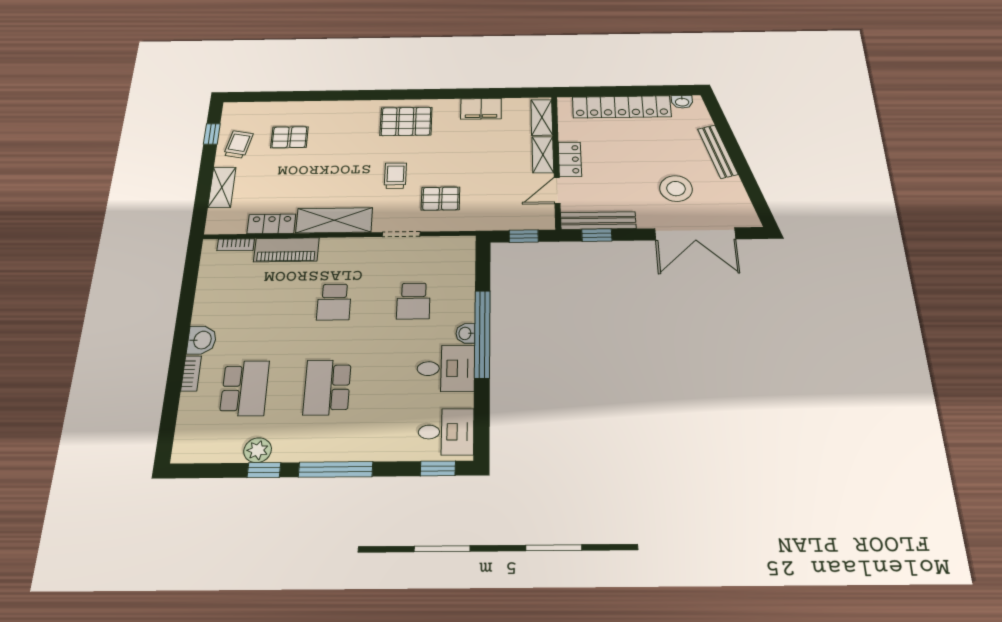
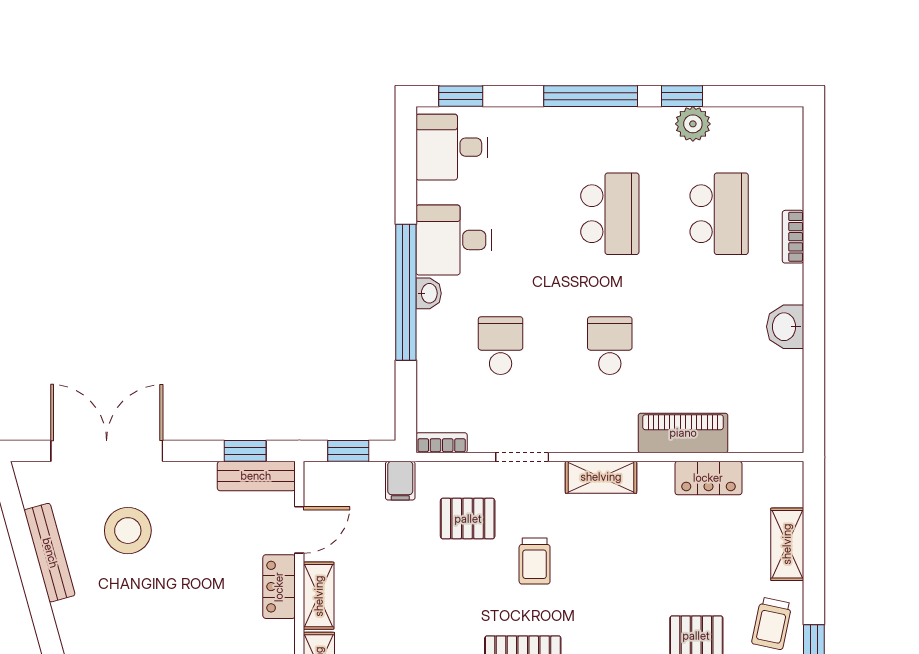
bench: (718, 152) -> (50, 553), moved
filing cabinet: (487, 219) -> (400, 481), added
shelving: (334, 220) -> (601, 477), width x0.67, depth x0.75
bench: (598, 221) -> (256, 476), width x0.73
bookcase: (236, 245) -> (442, 443), moved
washbasin: (202, 340) -> (785, 327), moved
school desk: (245, 388) -> (719, 214), turned 180

